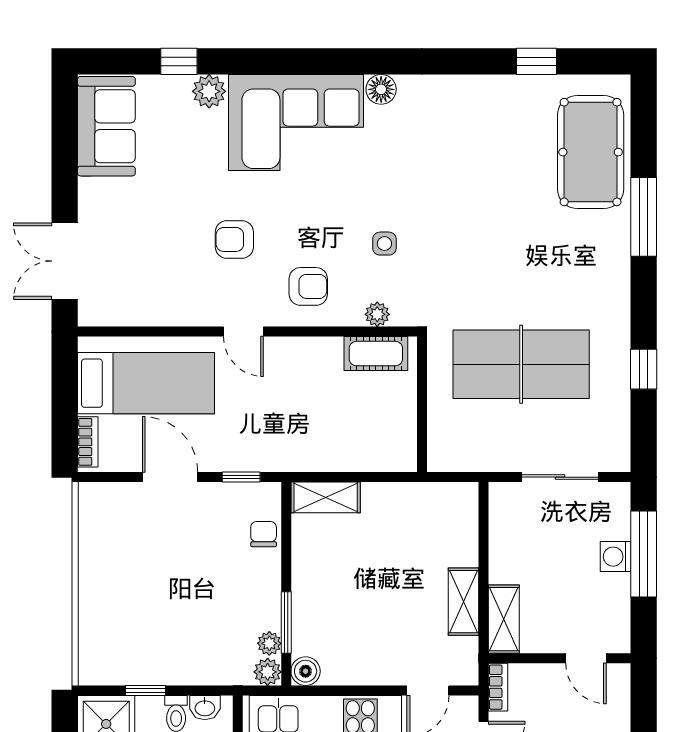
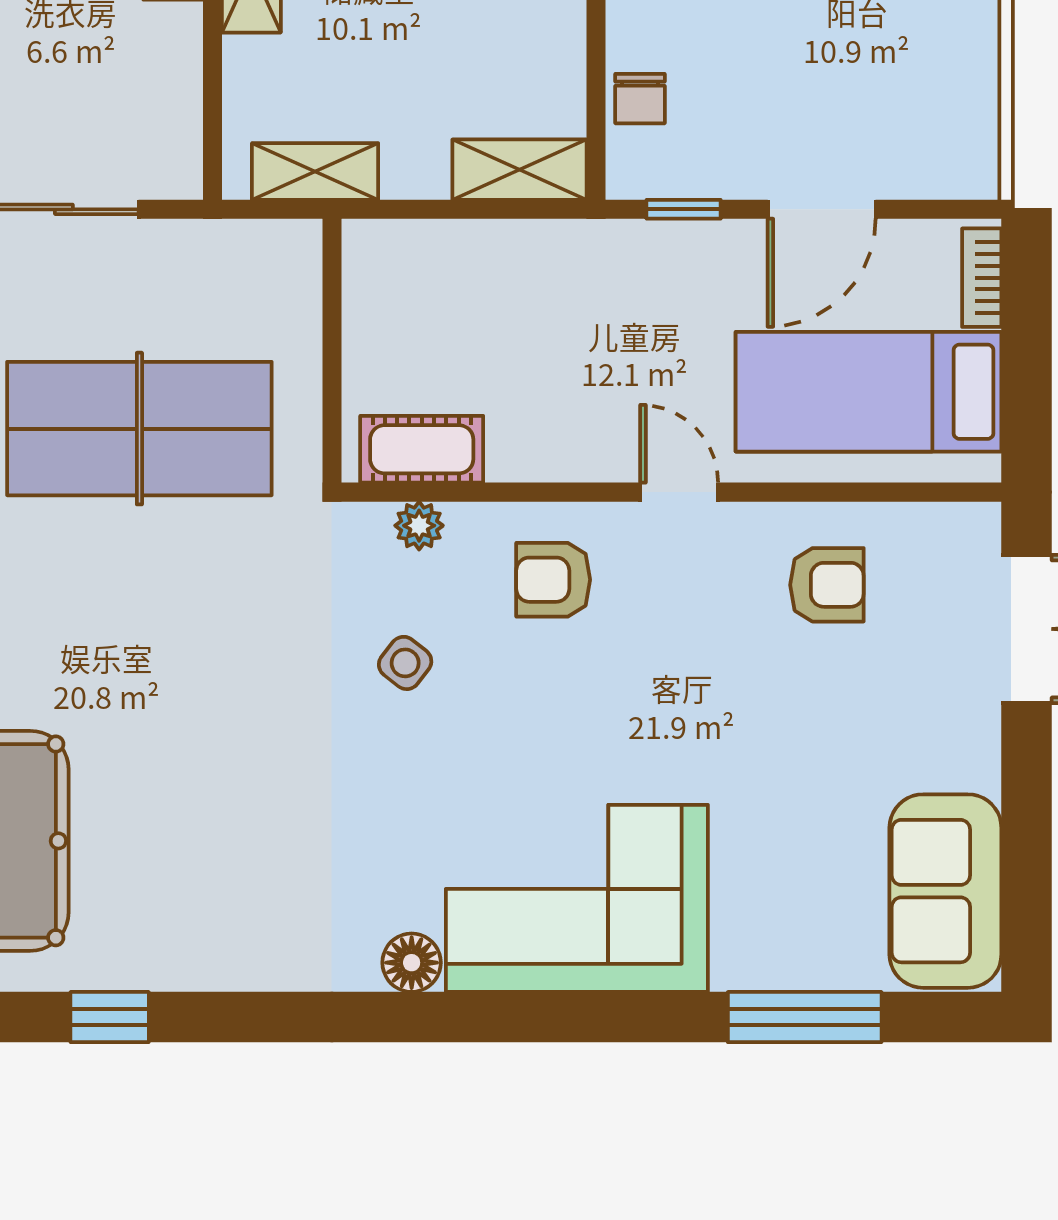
window: (179, 61) -> (805, 1017), width x2.17
plant: (209, 91) -> (746, 959), removed
armchair: (234, 239) -> (827, 585), moved
side table: (384, 244) -> (405, 663), turned 38
door: (170, 477) -> (822, 209), hinge flipped
shelving: (431, 497) -> (315, 171), added

